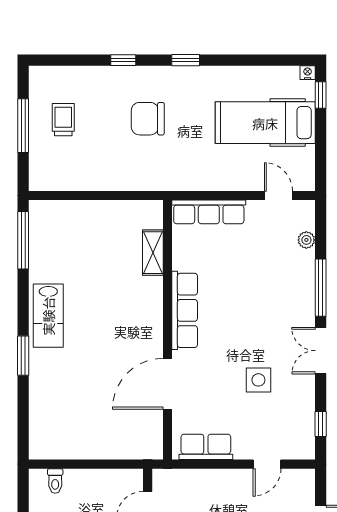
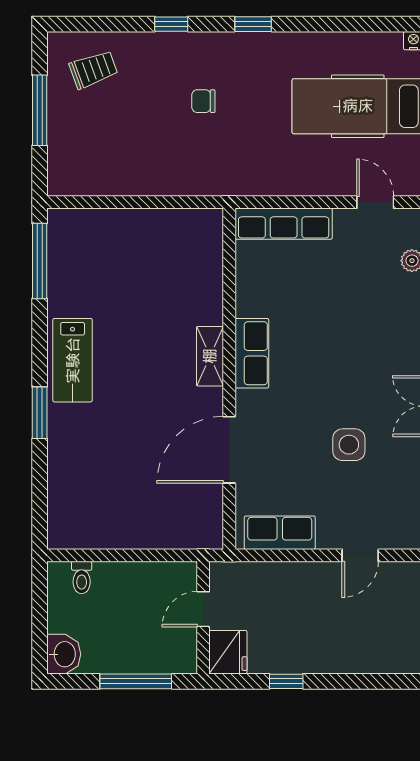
chair: (148, 119) -> (203, 101), width x0.54, depth x0.54
trolley: (63, 120) -> (93, 69), moved, turned 70
shelving: (153, 253) -> (210, 356), moved
row of seats: (185, 310) -> (252, 353), width x0.68

